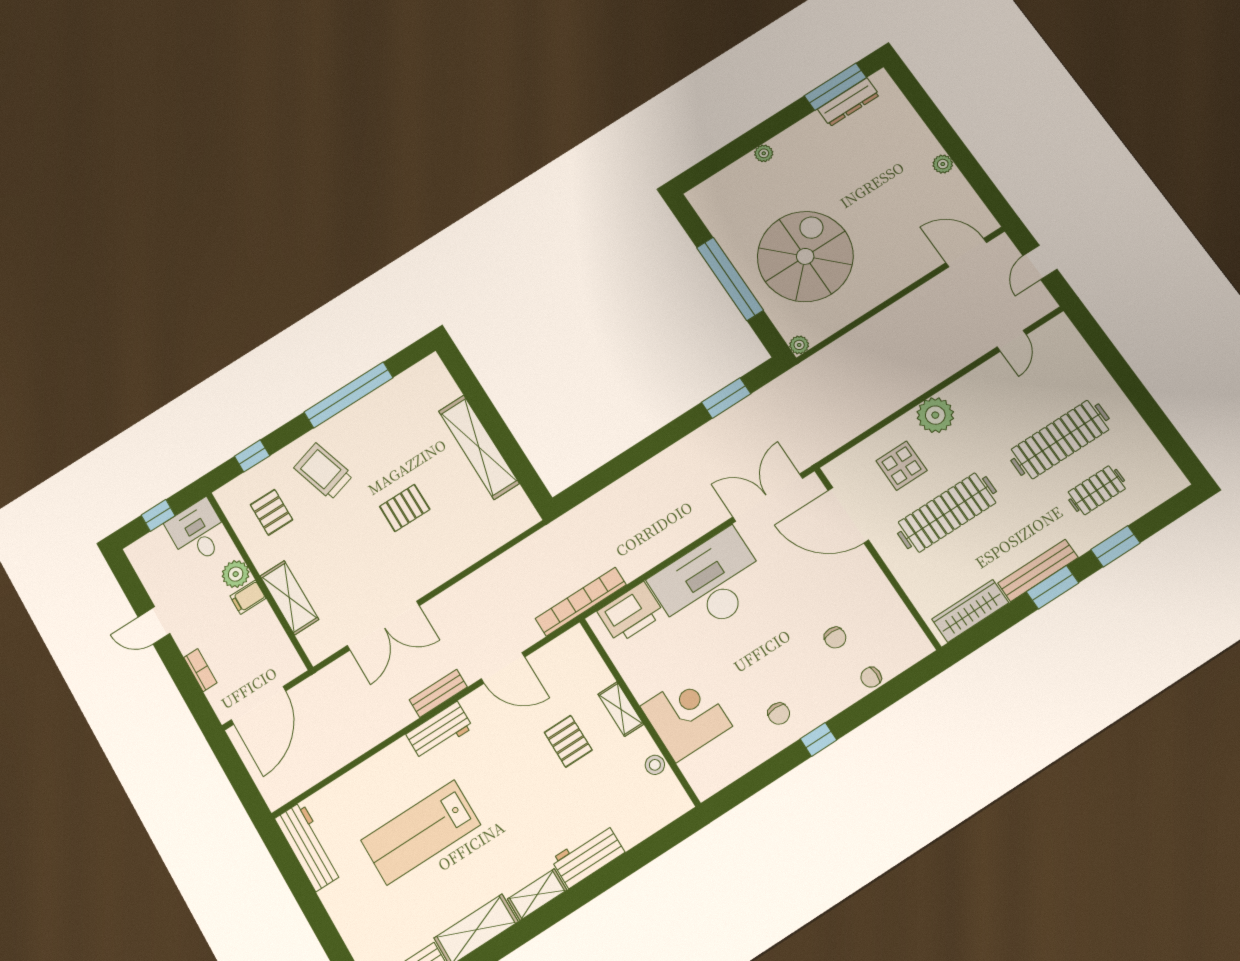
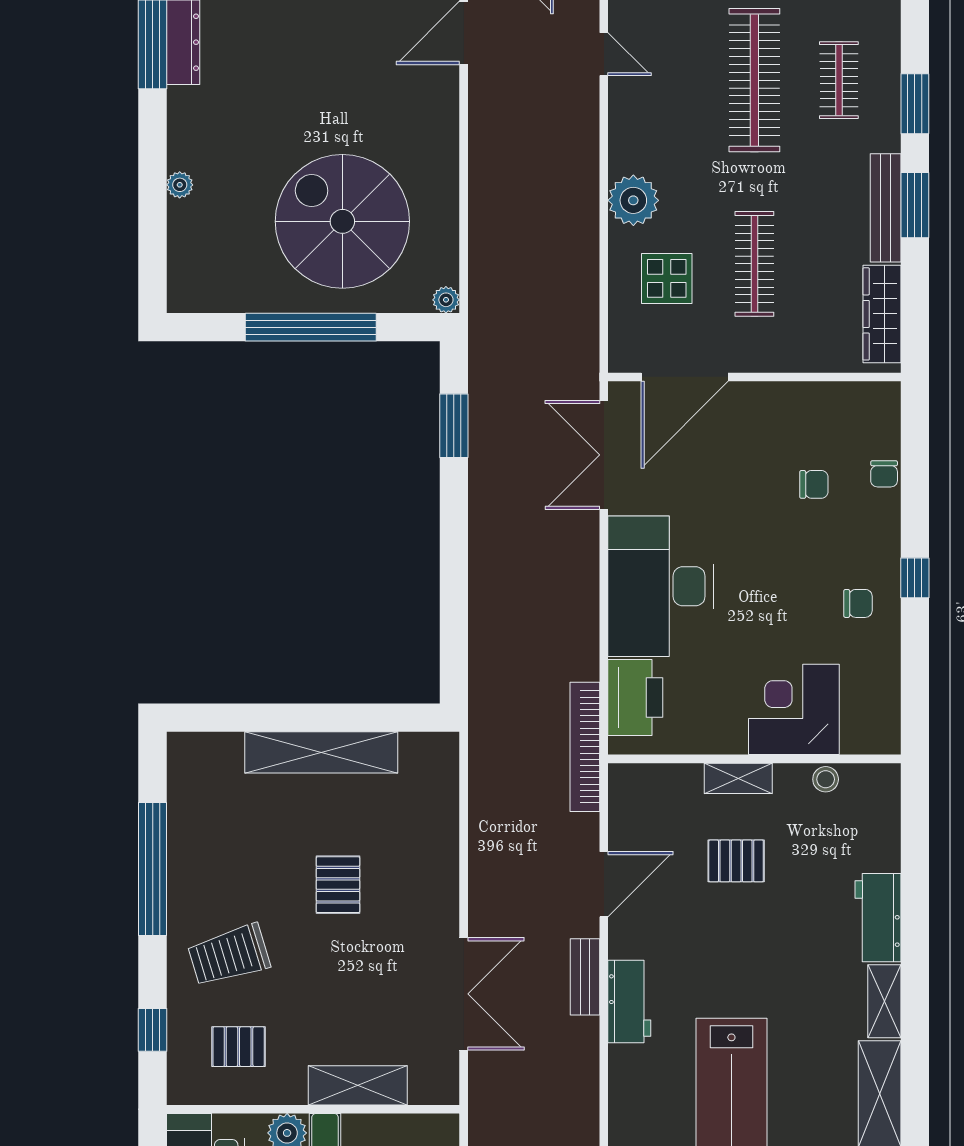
clothes rail: (947, 513) -> (754, 264), width x0.73, depth x0.76

